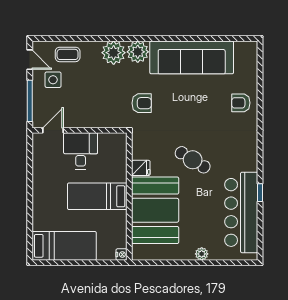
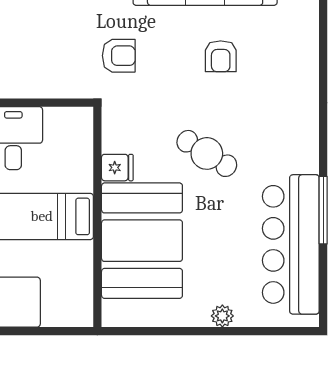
armchair: (241, 103) -> (221, 56), moved, turned -90
window: (260, 193) -> (323, 210), width x2.17
nightstand: (121, 255) -> (84, 317), removed

